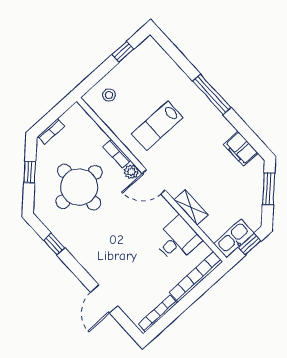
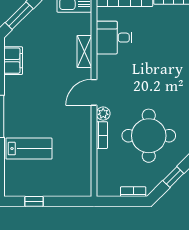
stool: (109, 95) -> (70, 180), removed
lab bench: (157, 126) -> (29, 149), moved
door: (154, 182) -> (94, 92), swing flipped

